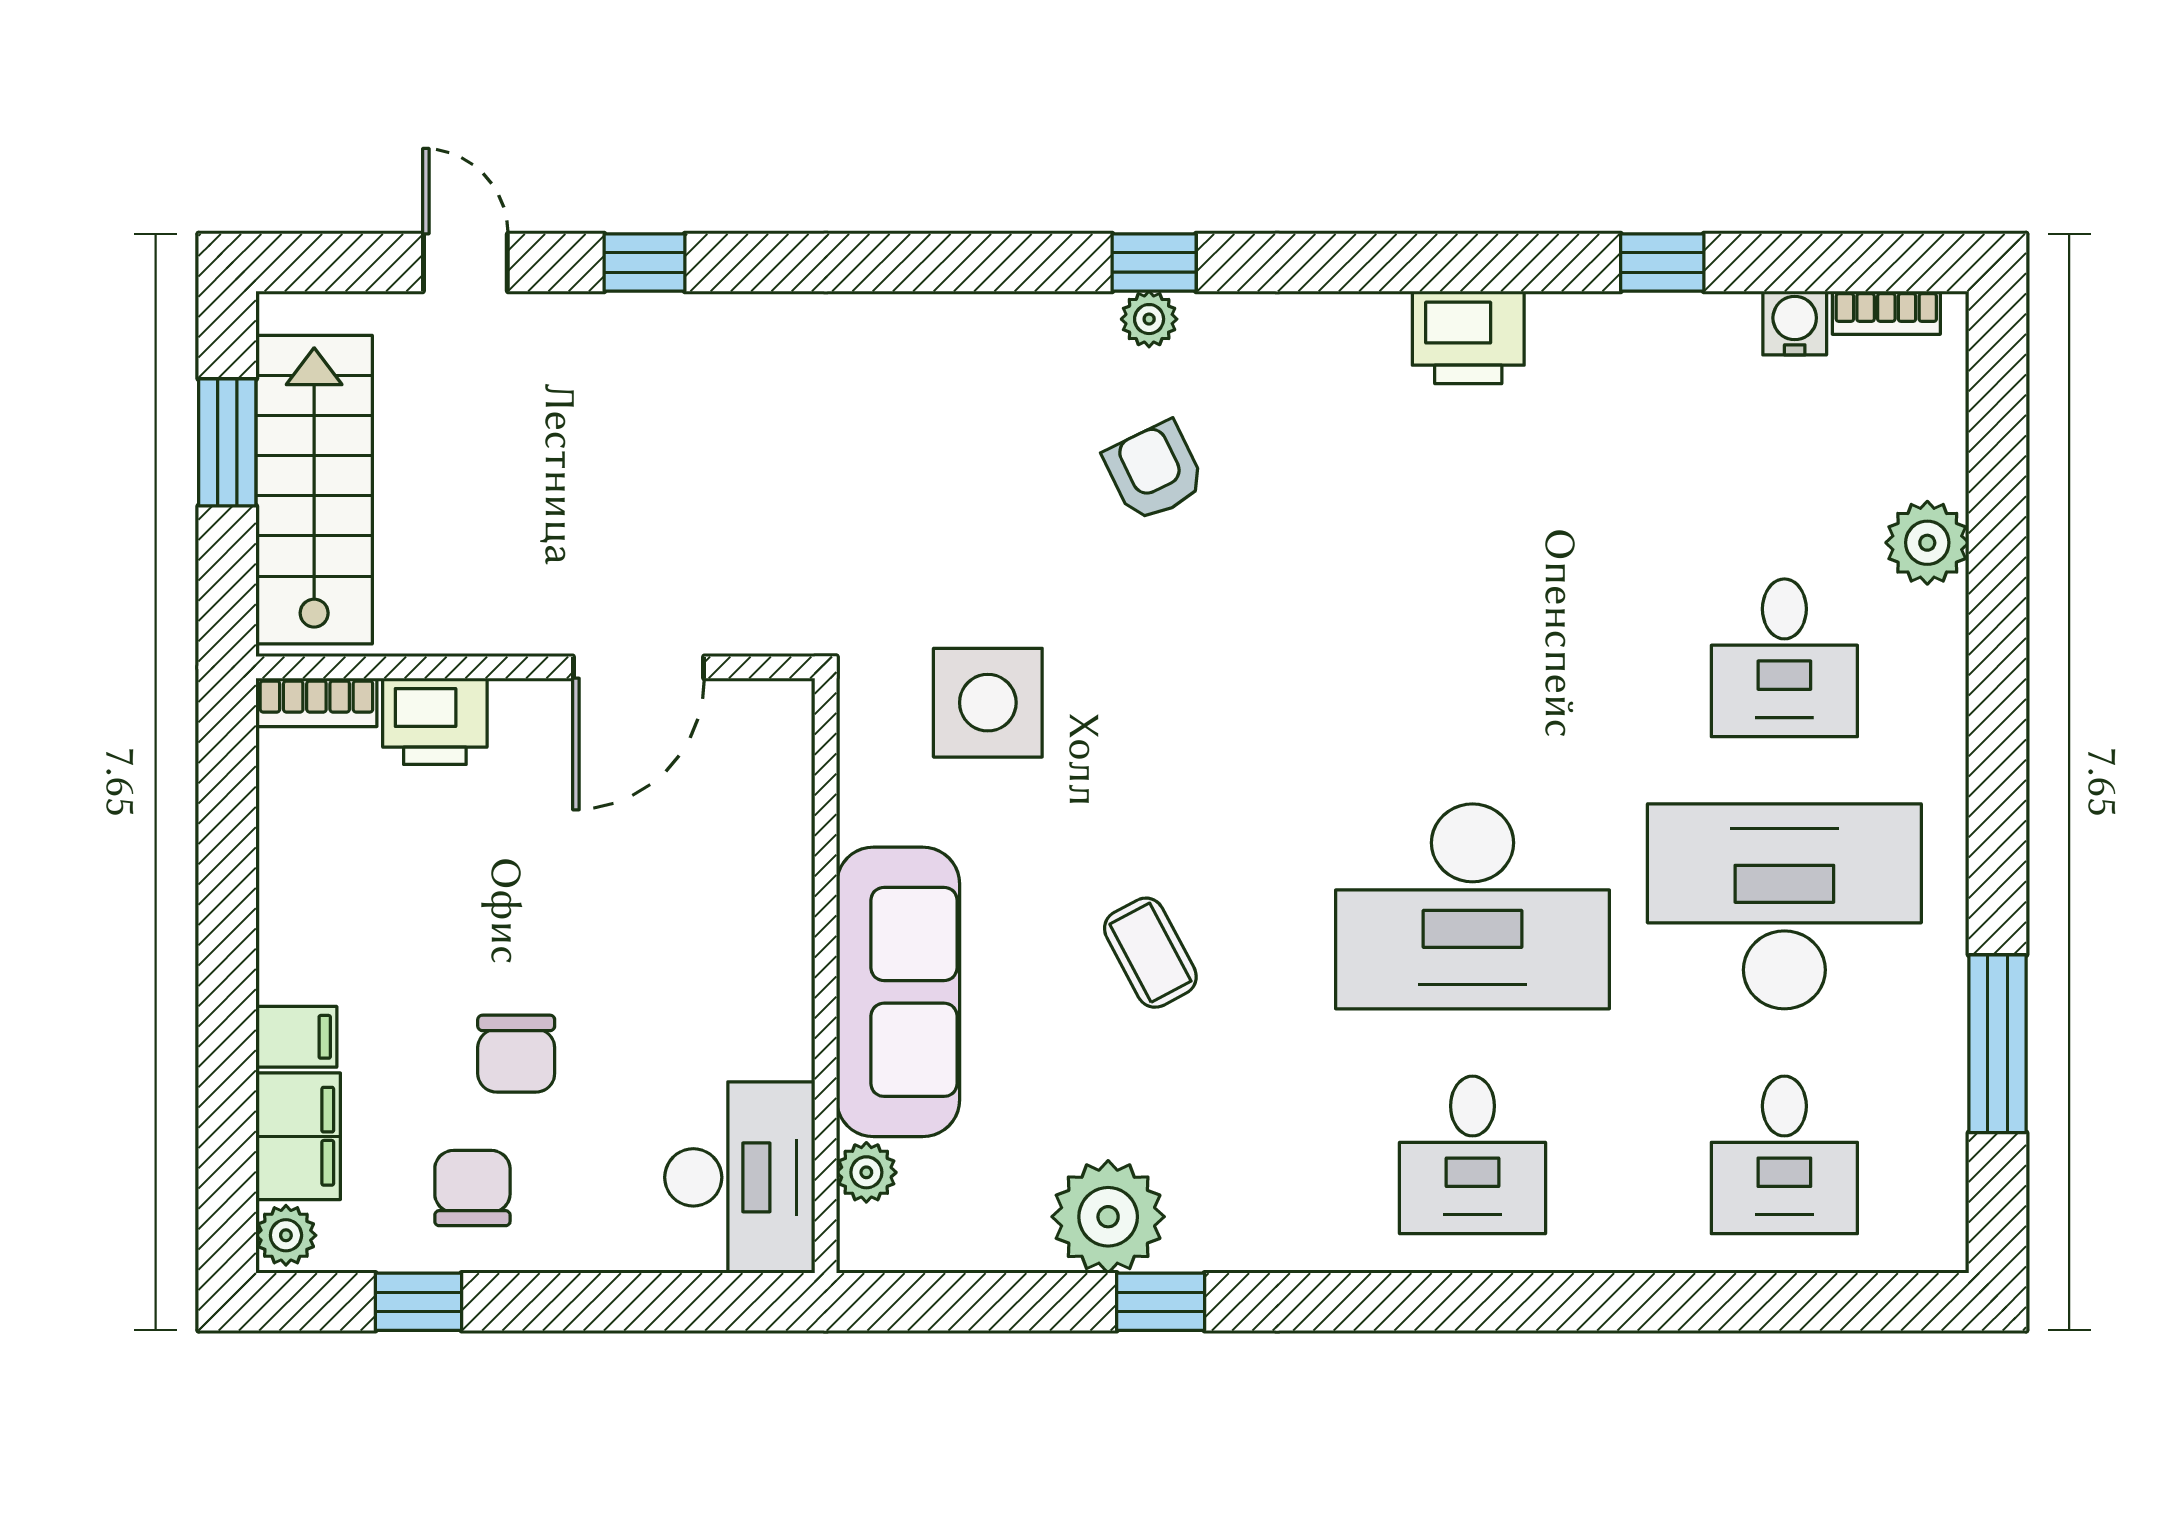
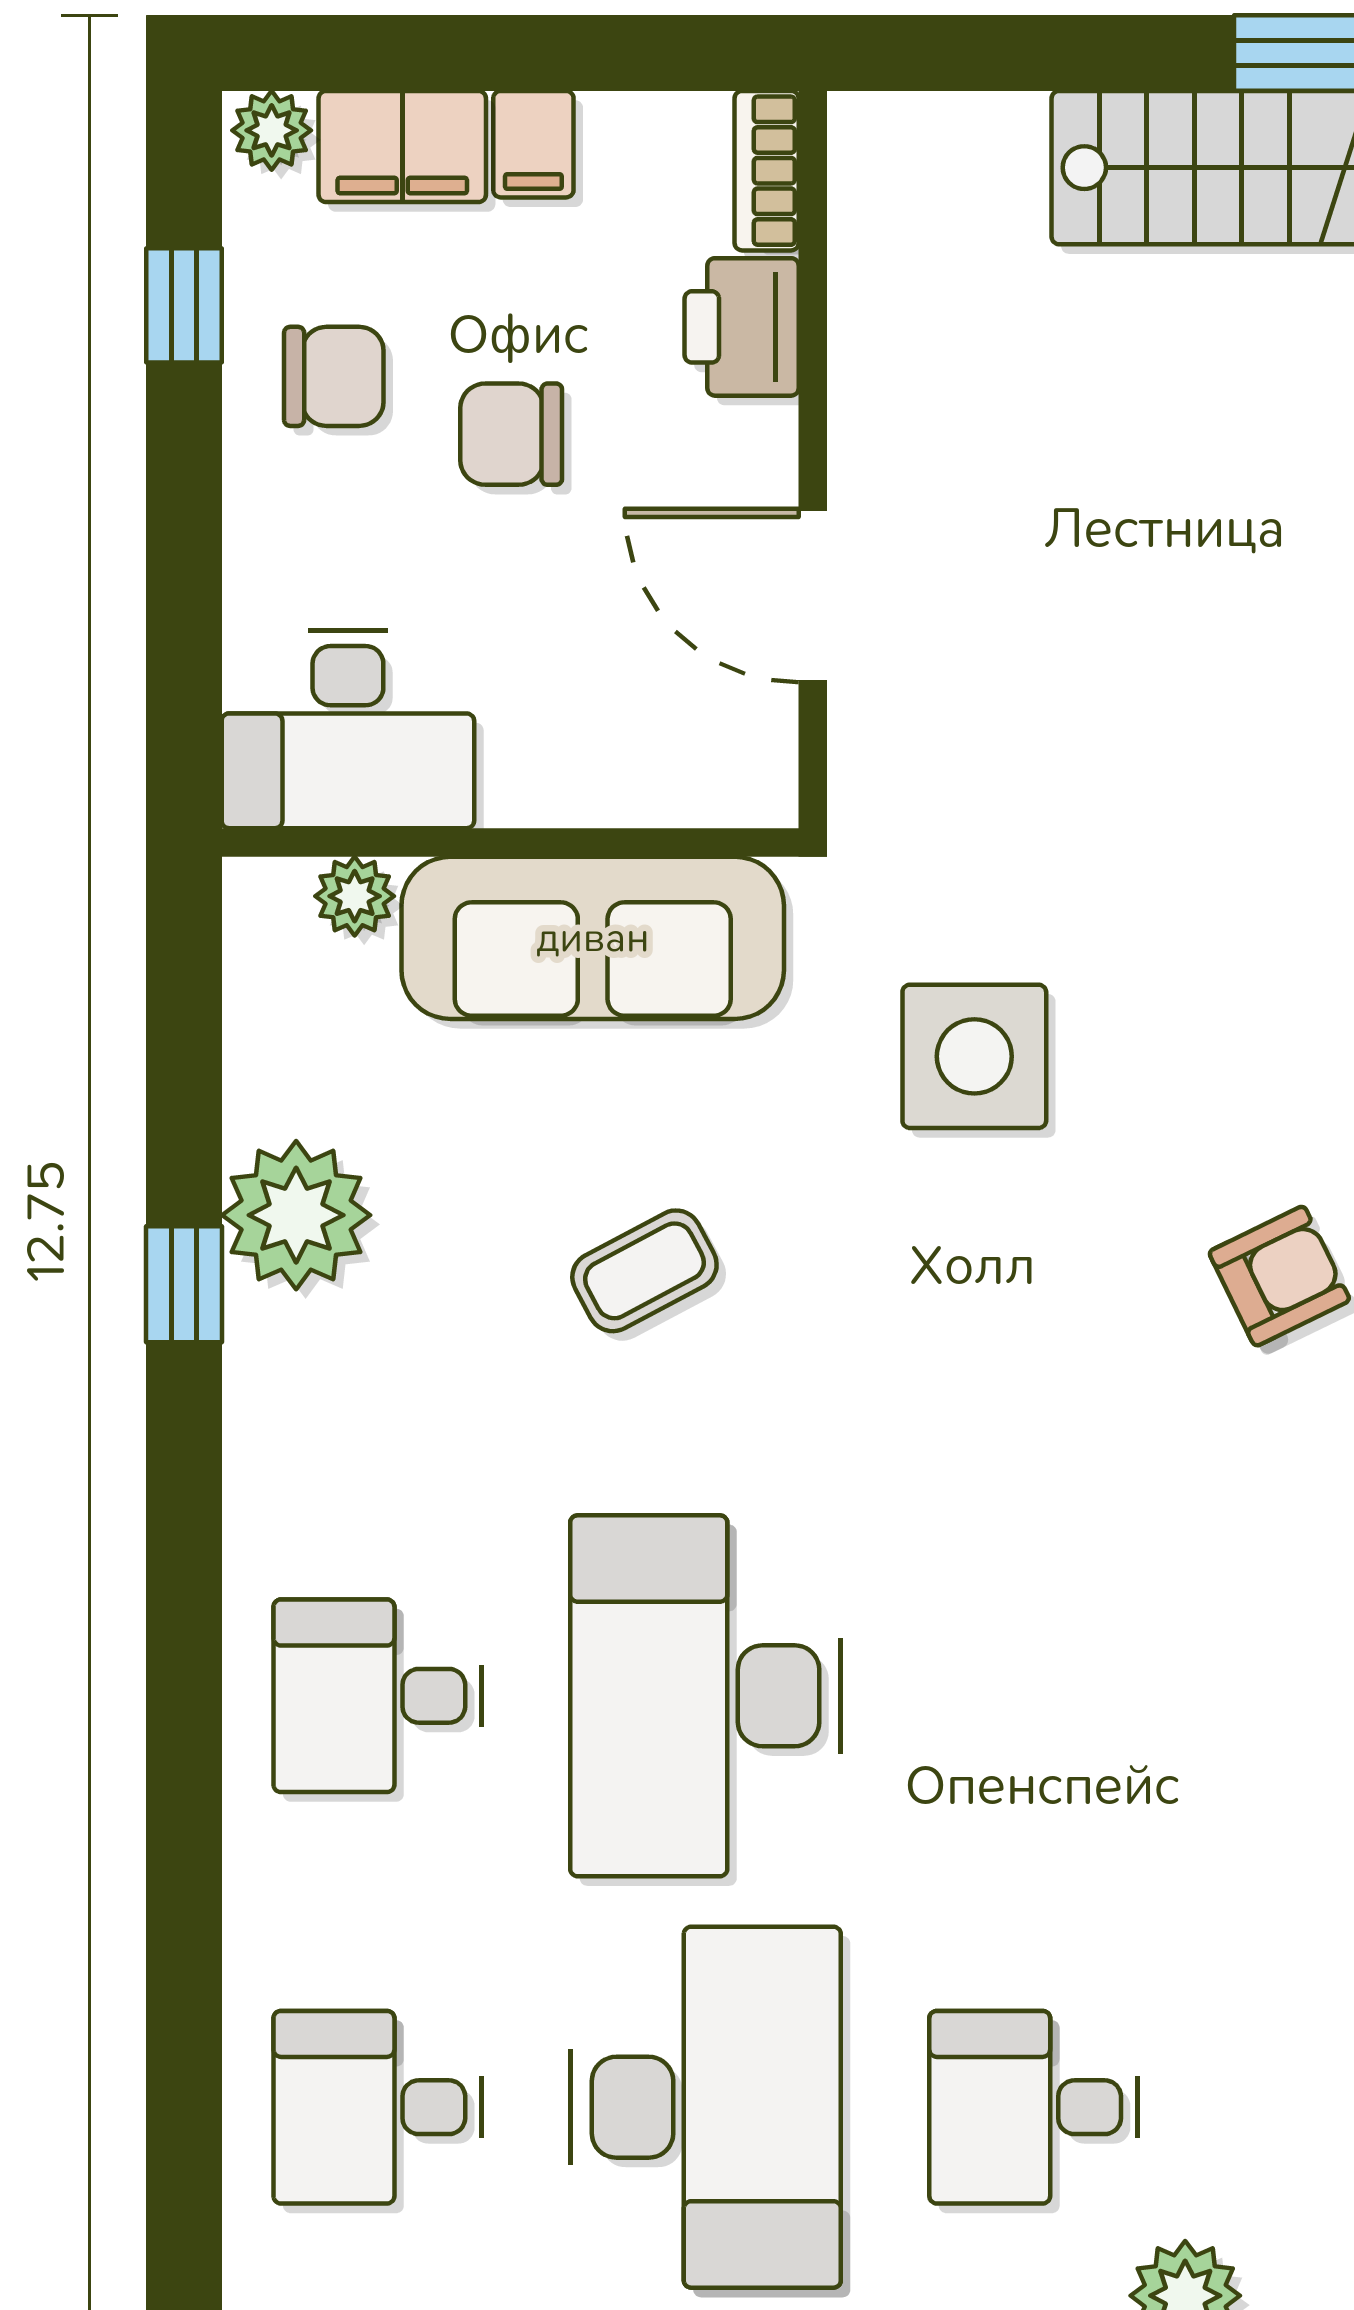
wall: (535, 667) -> (813, 460), moved
door: (639, 667) -> (813, 596), moved
bookcase: (316, 702) -> (767, 171), moved
printer: (435, 721) -> (742, 327), moved

